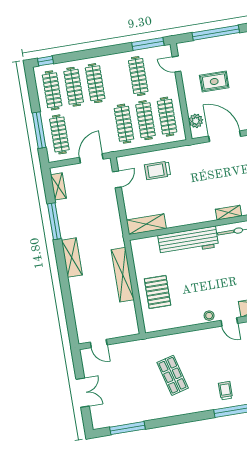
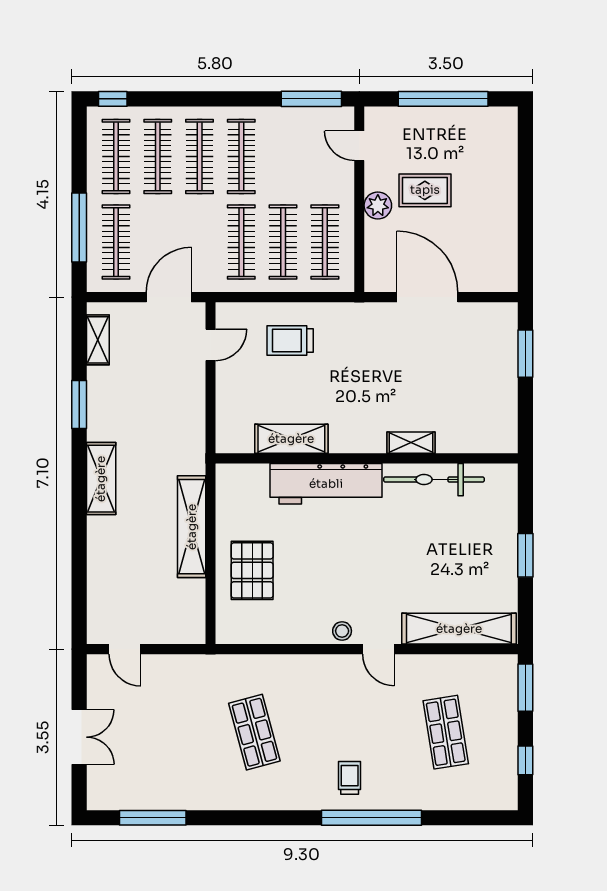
clothes rail: (138, 76) -> (241, 156), moved
plant: (196, 121) -> (378, 205), moved
window: (54, 221) -> (79, 405), width x0.69
shelving: (146, 224) -> (291, 439), moved

